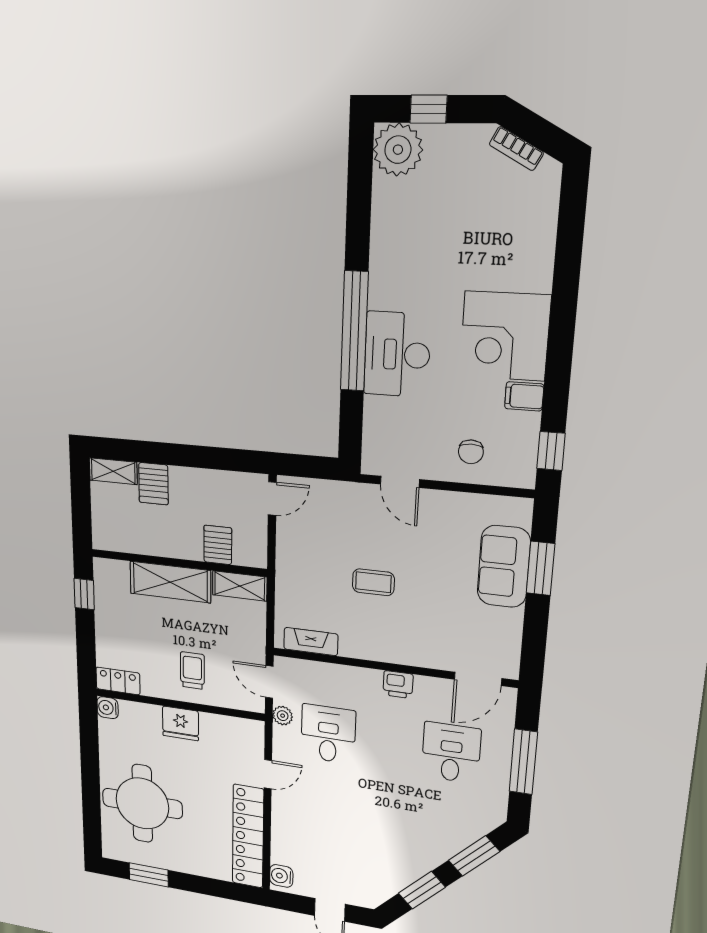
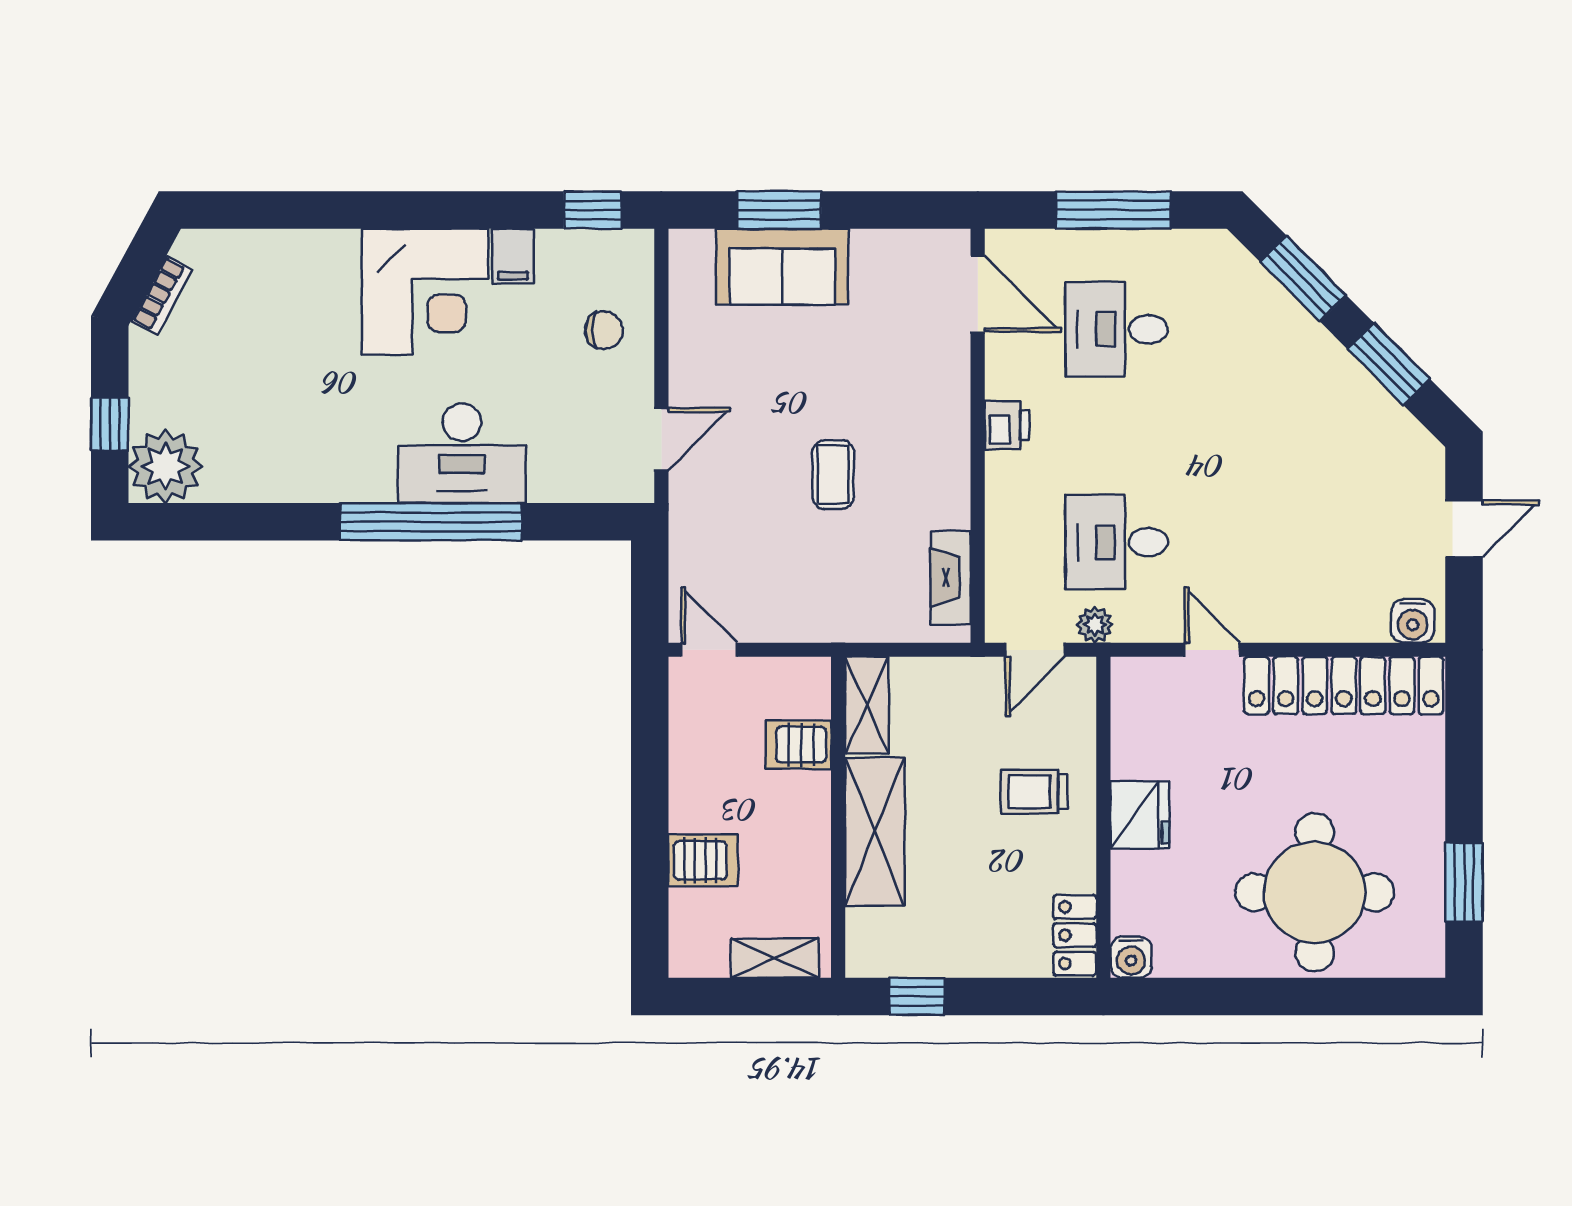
shelving: (113, 471) -> (775, 958), moved, turned 90

